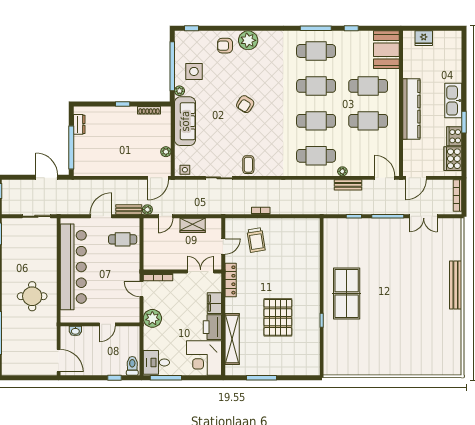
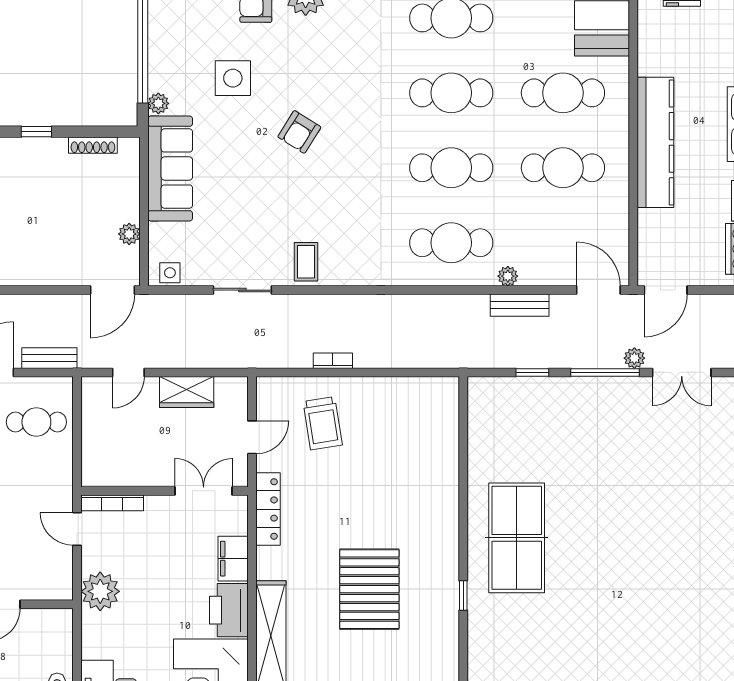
side table: (194, 71) -> (233, 78), moved
plant: (147, 210) -> (634, 358), moved

